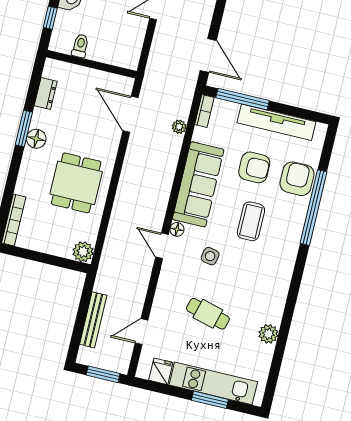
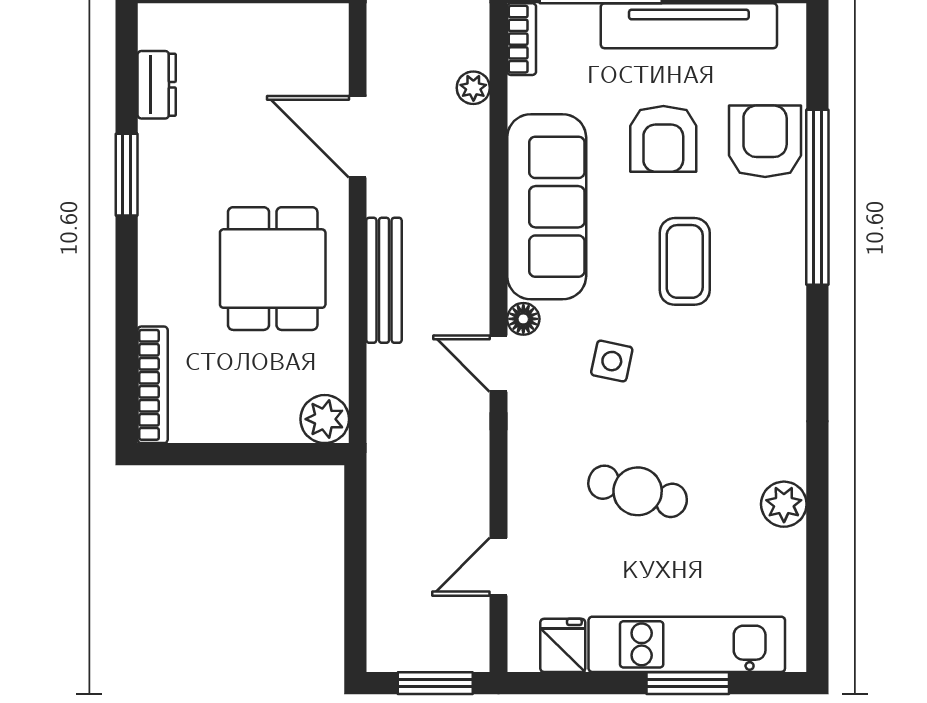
door: (130, 114) -> (358, 137), moved
floor lamp: (36, 139) -> (160, 191), removed
armchair: (254, 167) -> (663, 139), turned 90
bench: (93, 320) -> (384, 280), moved

